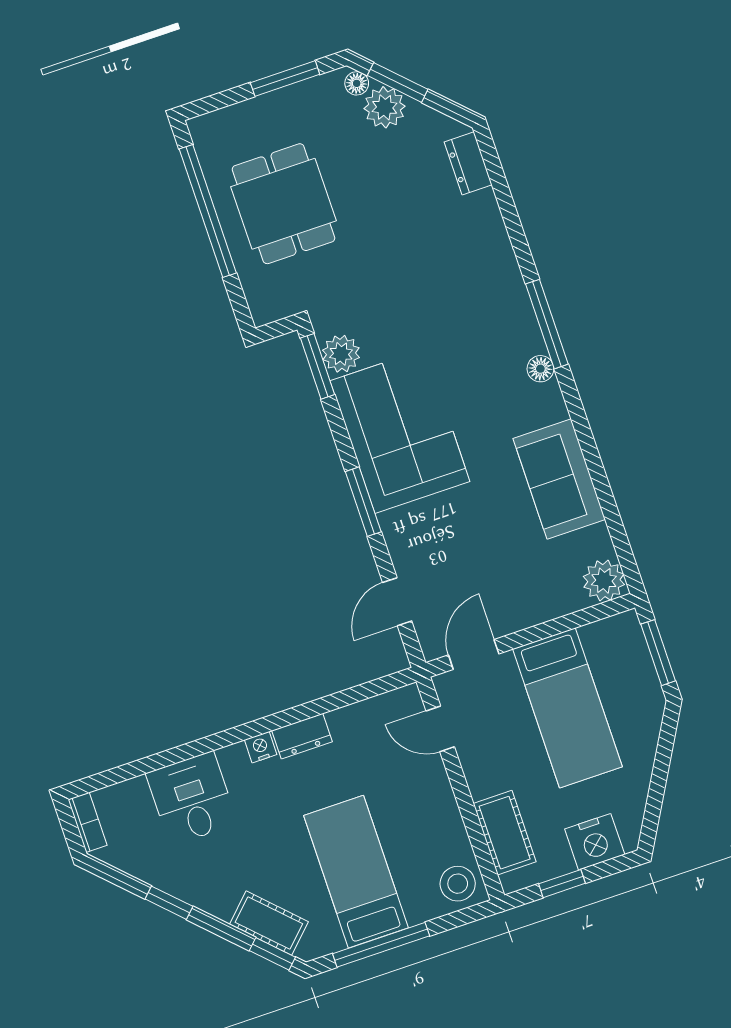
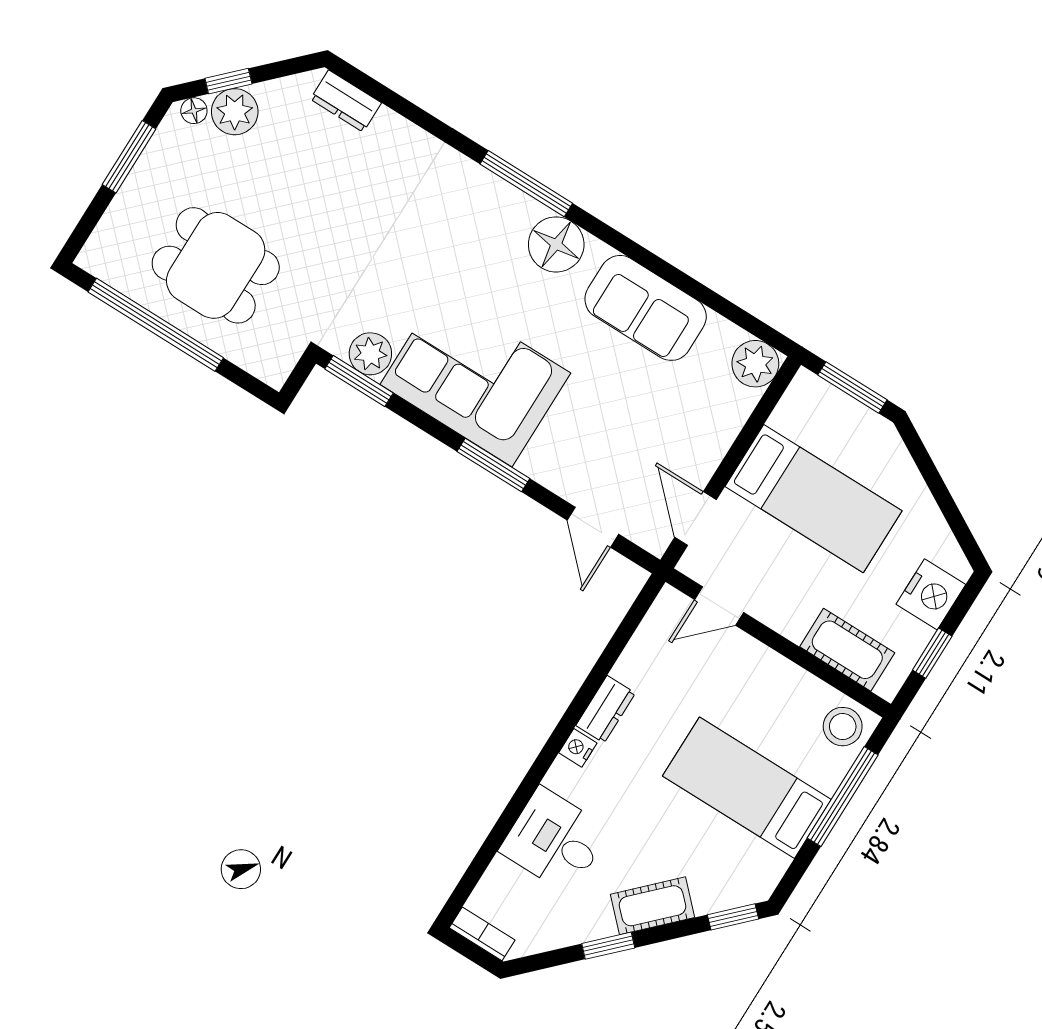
window: (398, 82) -> (228, 81), width x0.67
floor lamp: (540, 369) -> (556, 244), width x1.89, depth x1.89
cot: (269, 923) -> (653, 906), moved
window: (381, 945) -> (843, 796), moved

